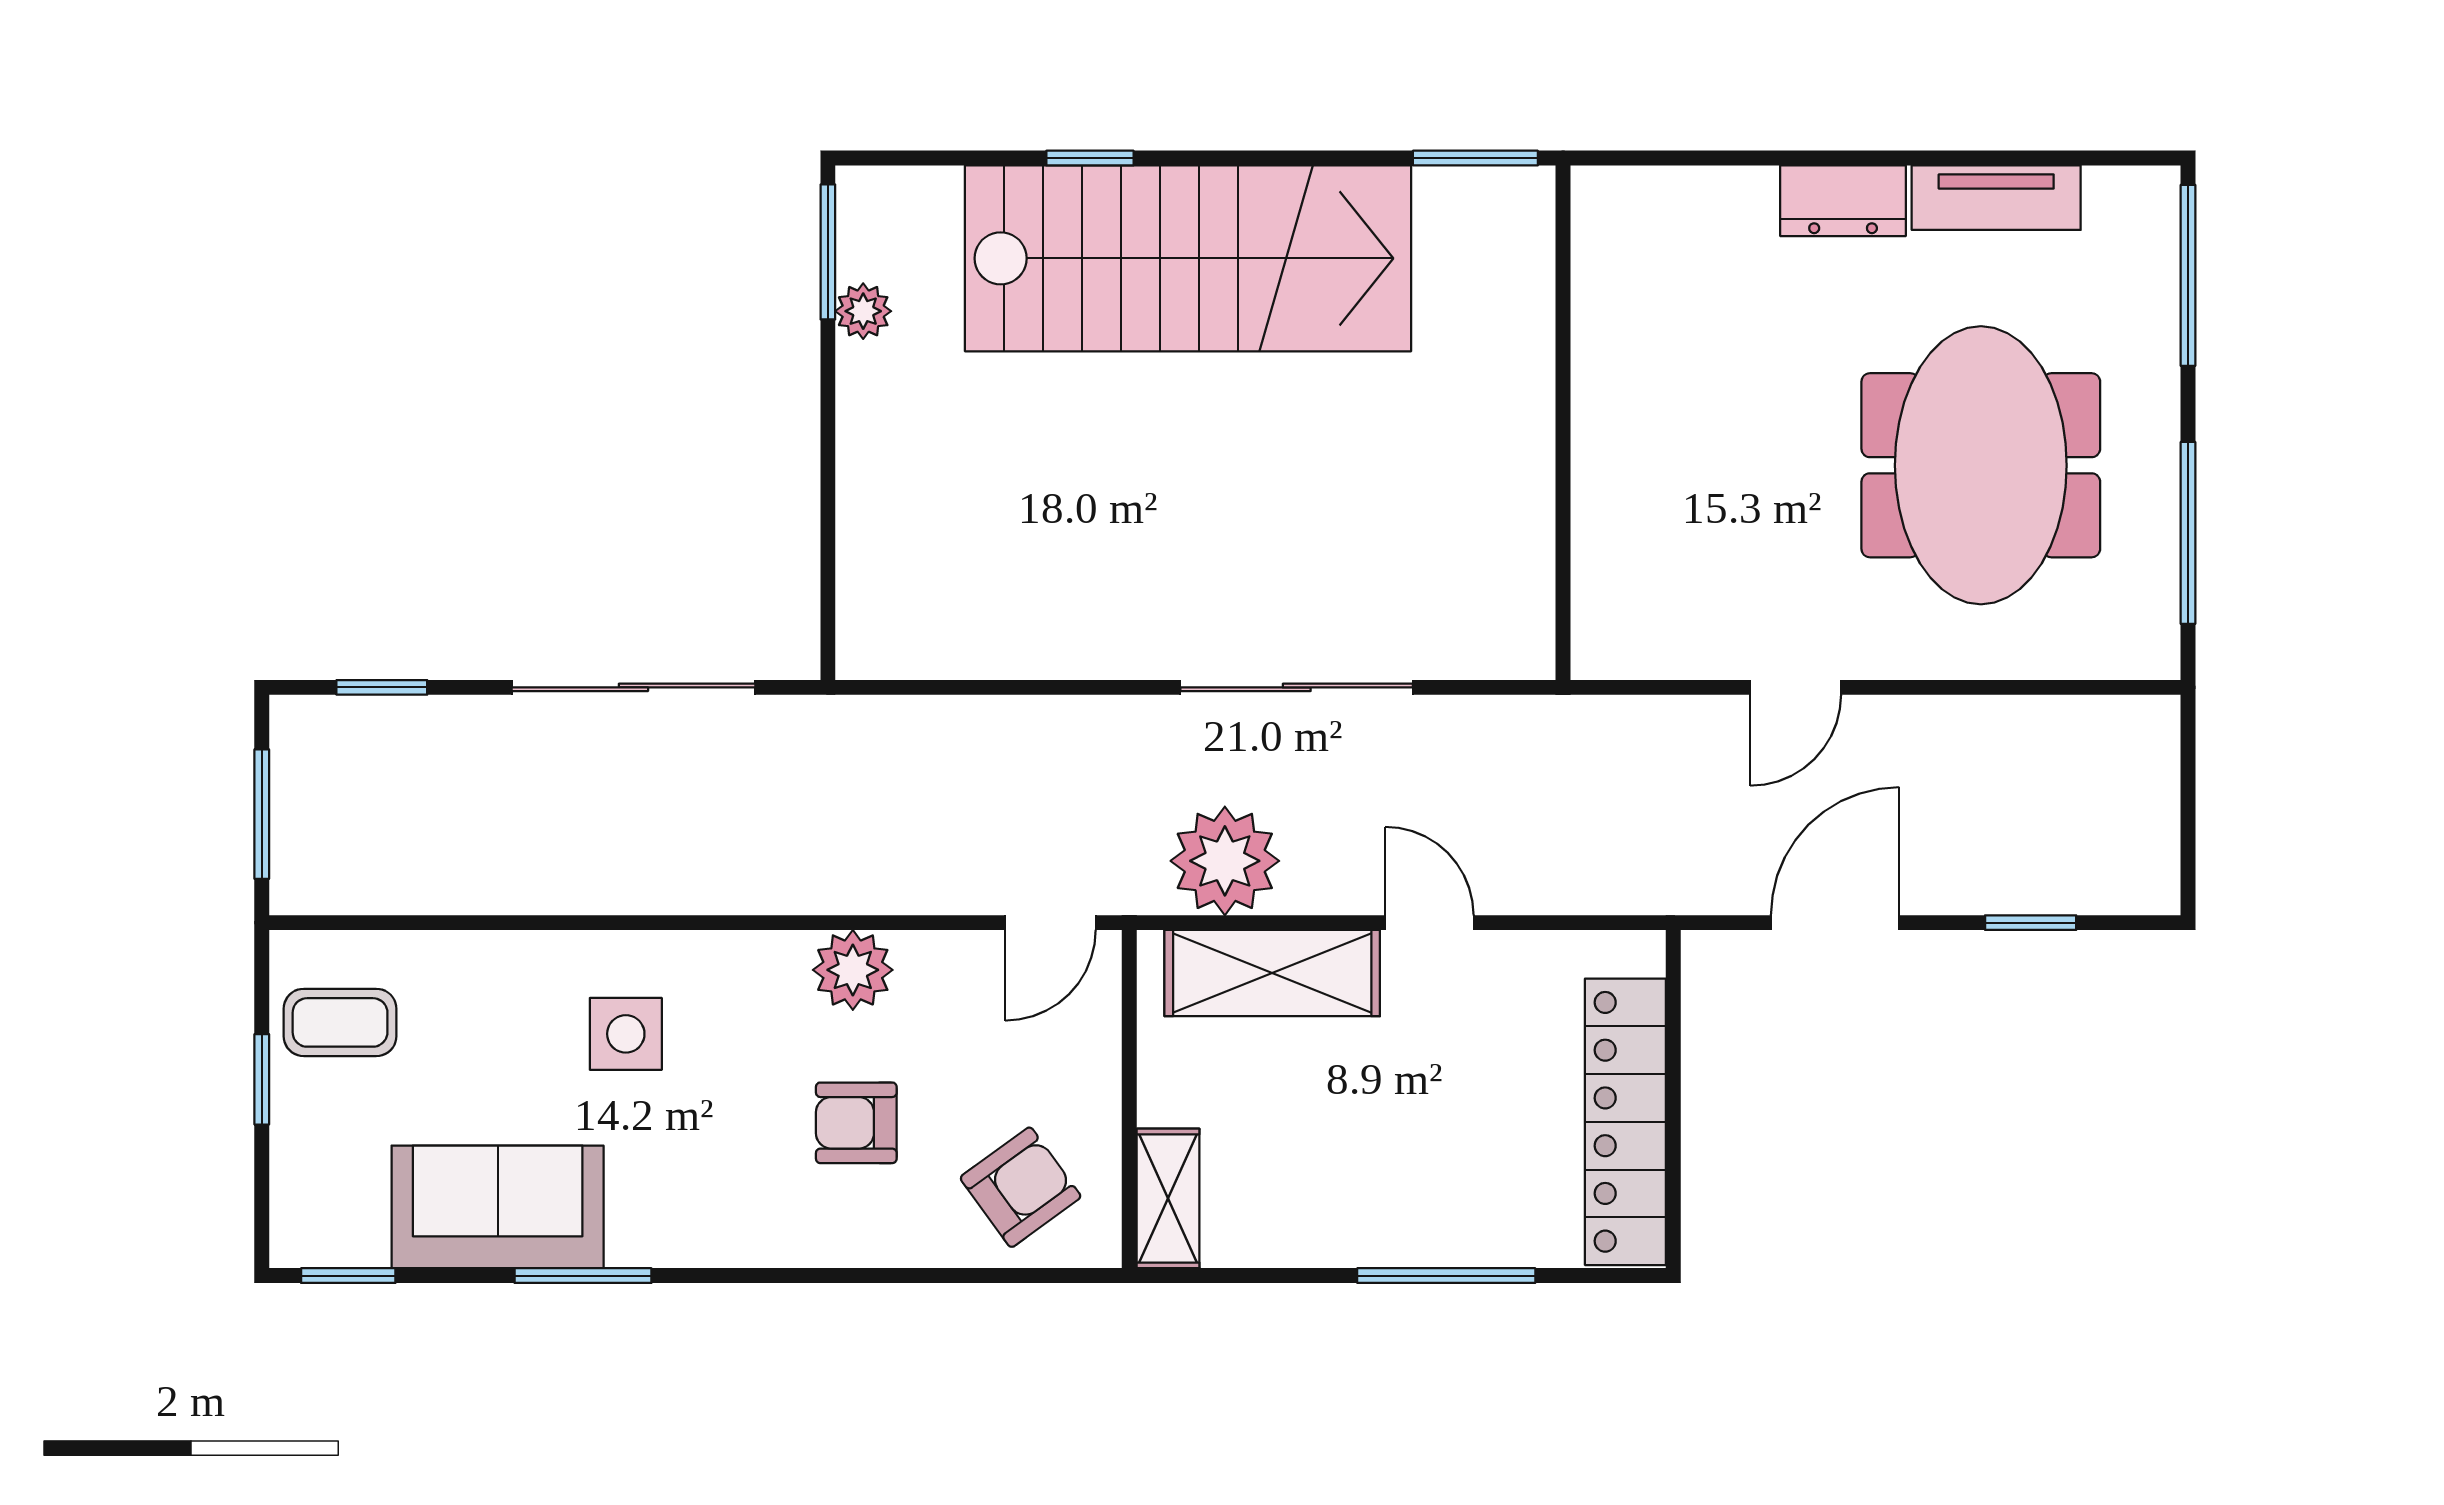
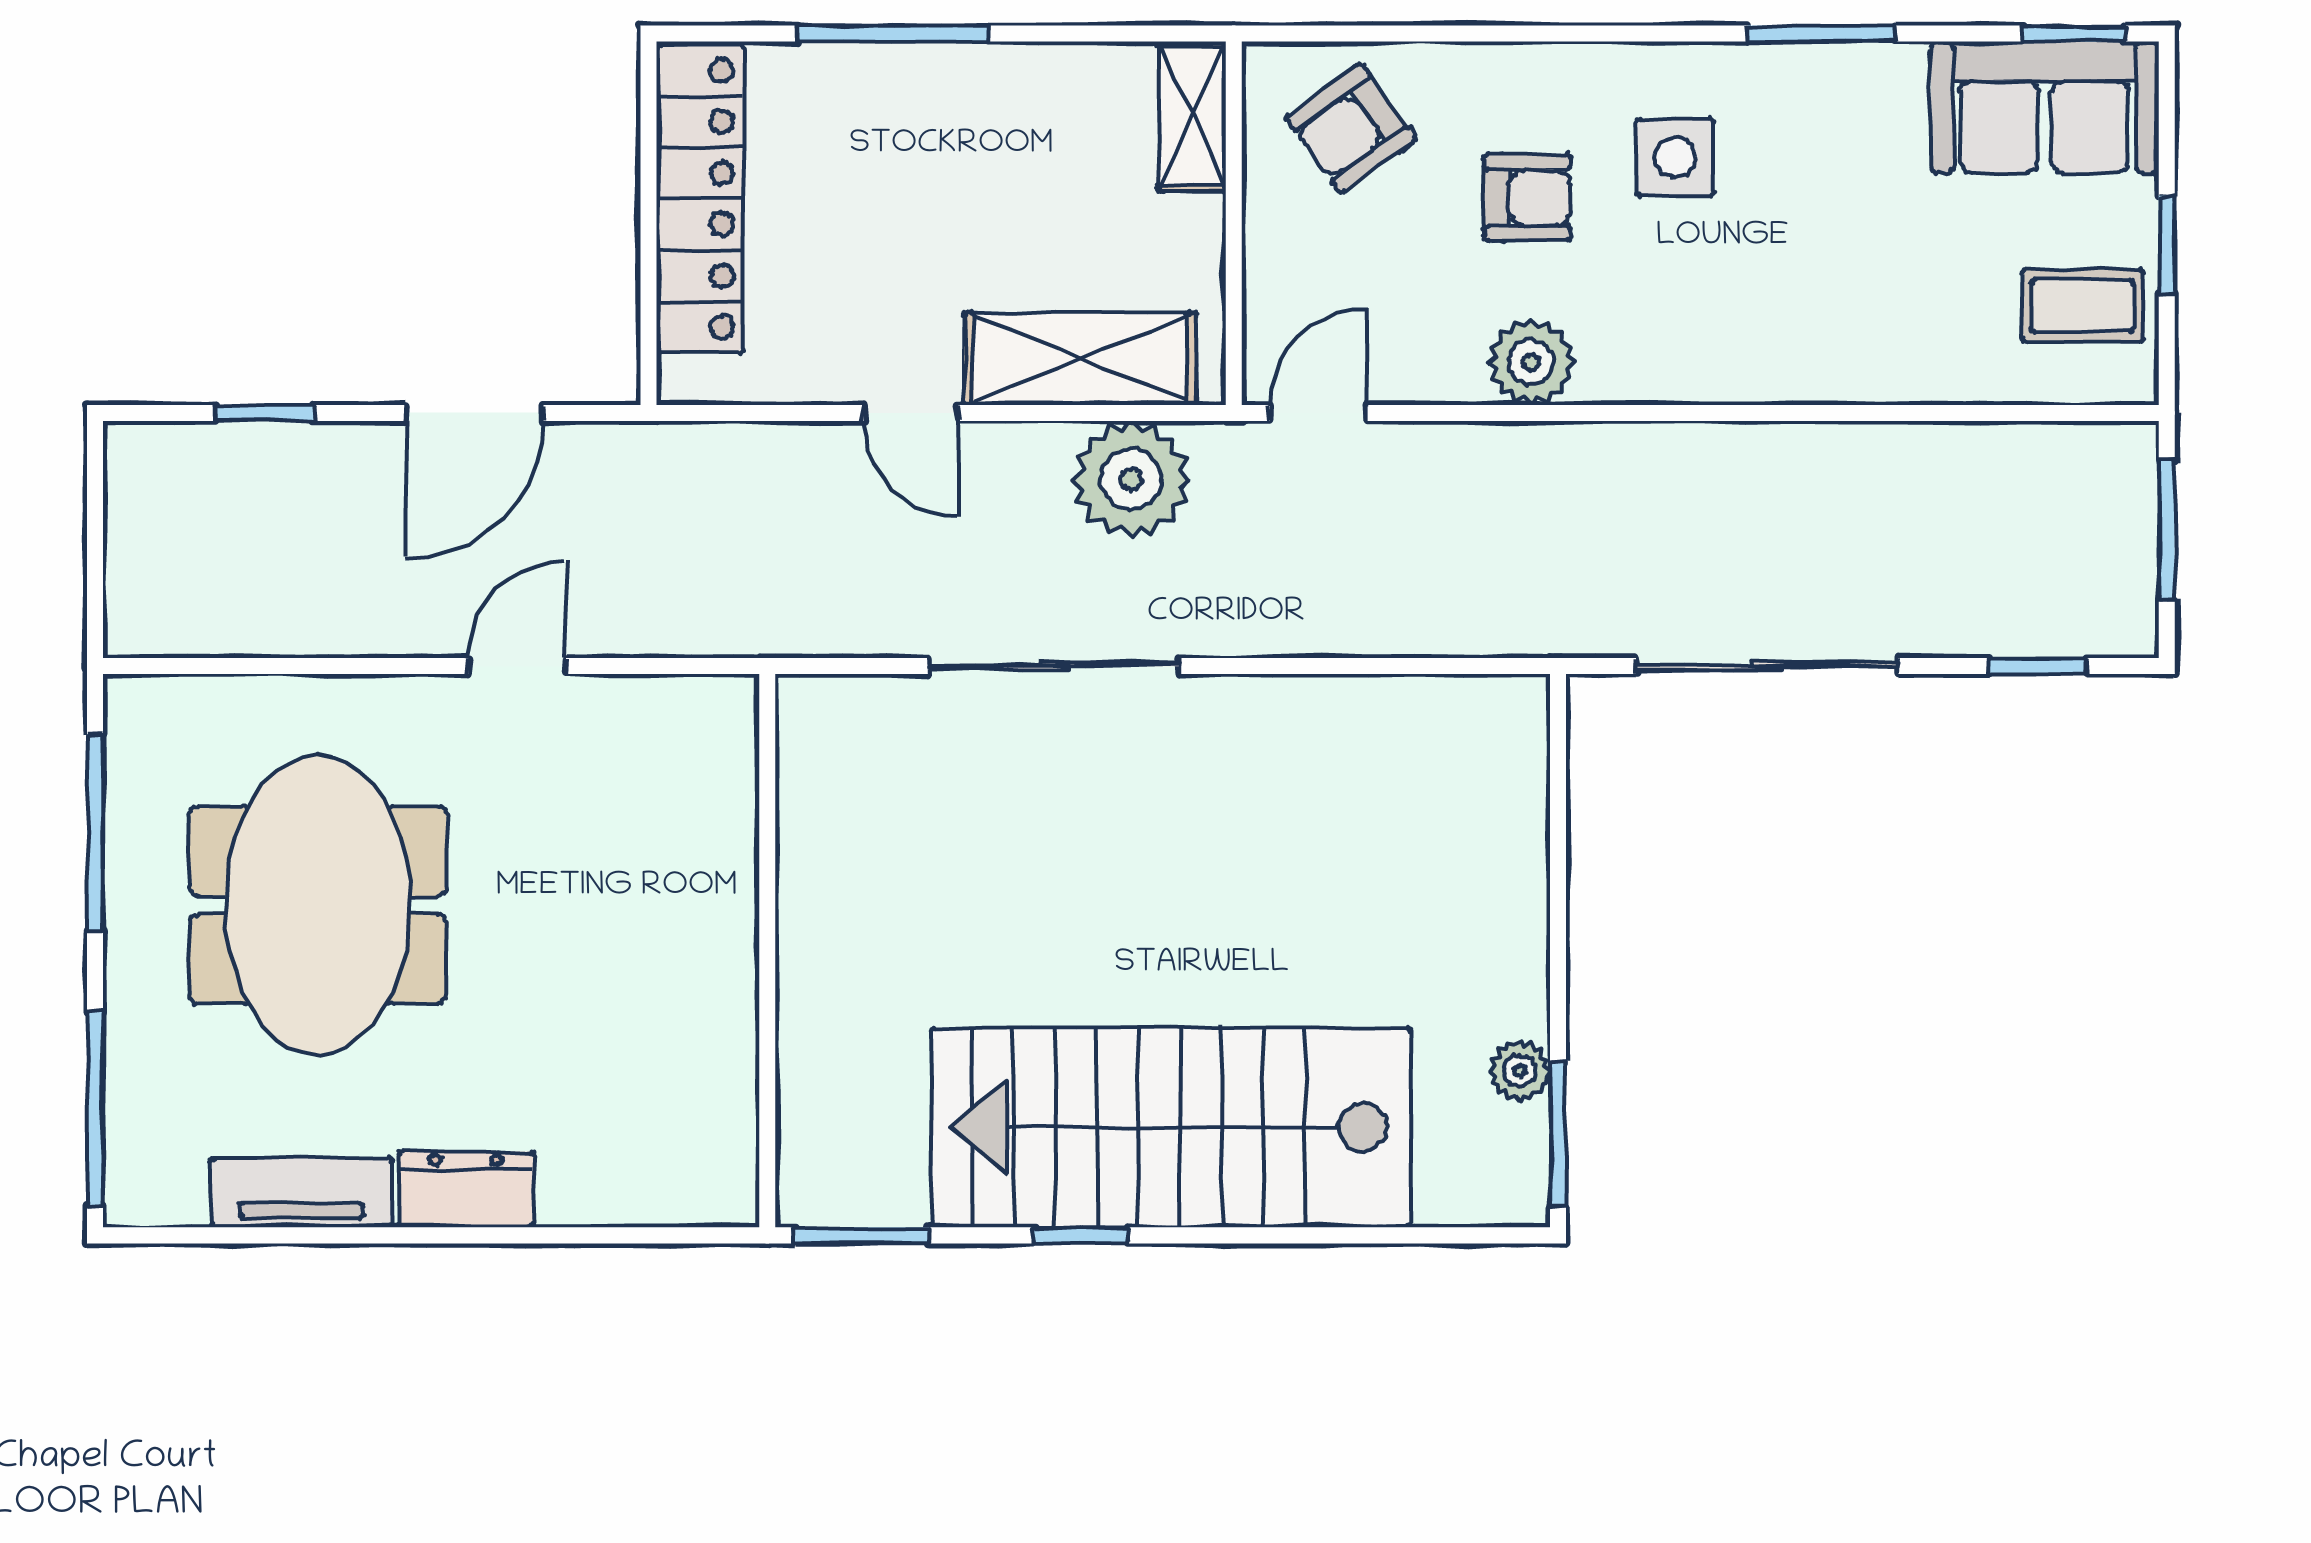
window: (1090, 158) -> (1080, 1235), moved
side table: (626, 1034) -> (1675, 157), moved
sofa: (498, 1207) -> (2045, 107), moved

